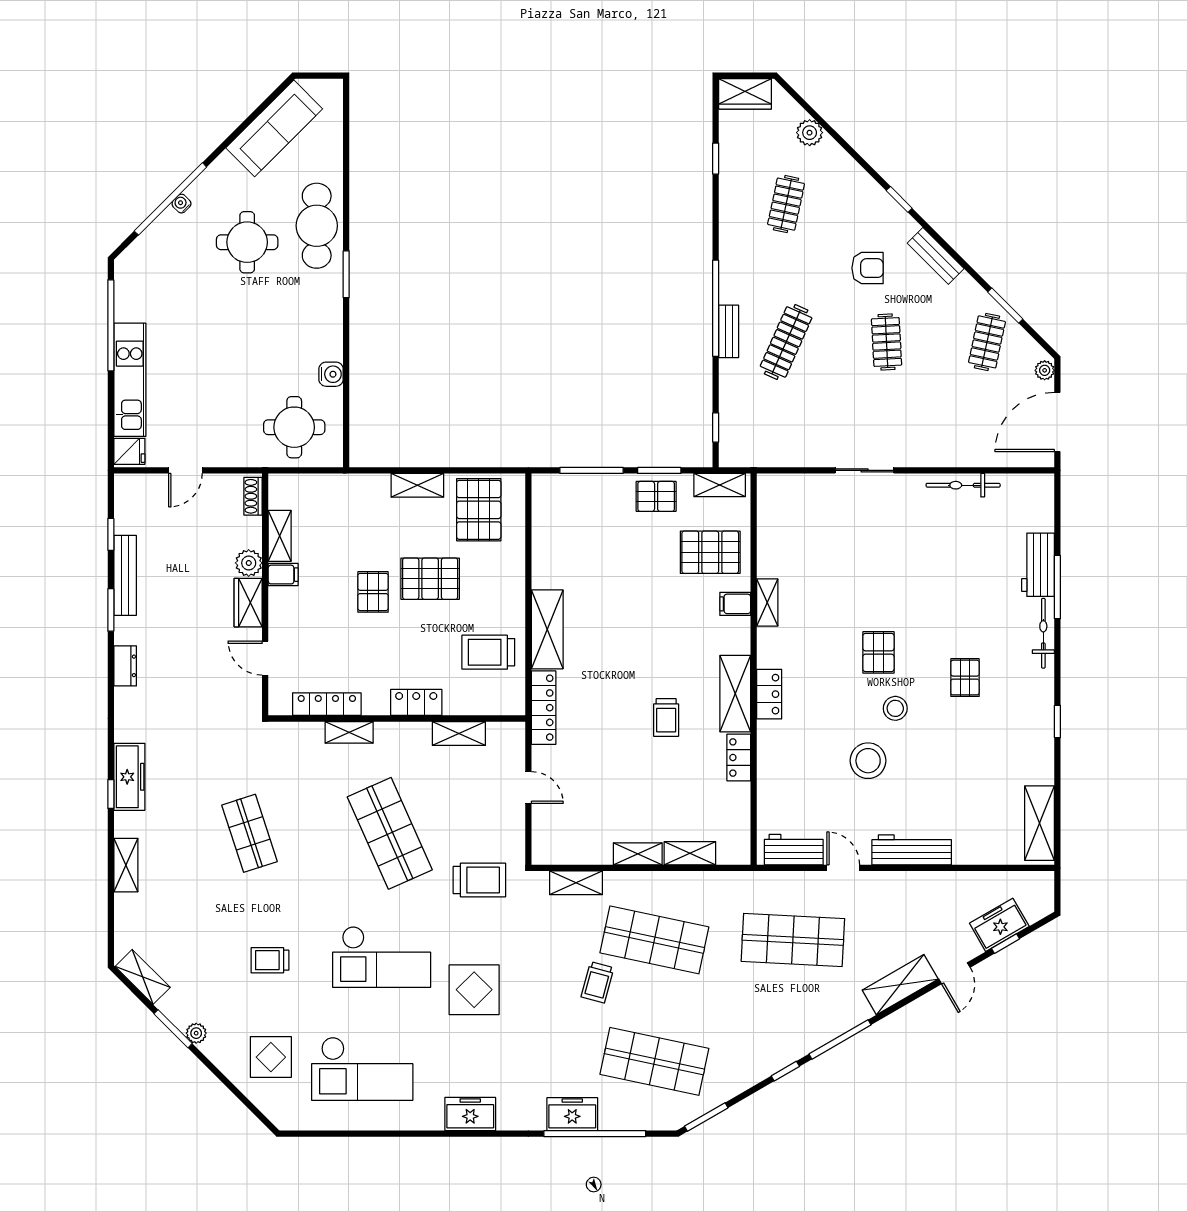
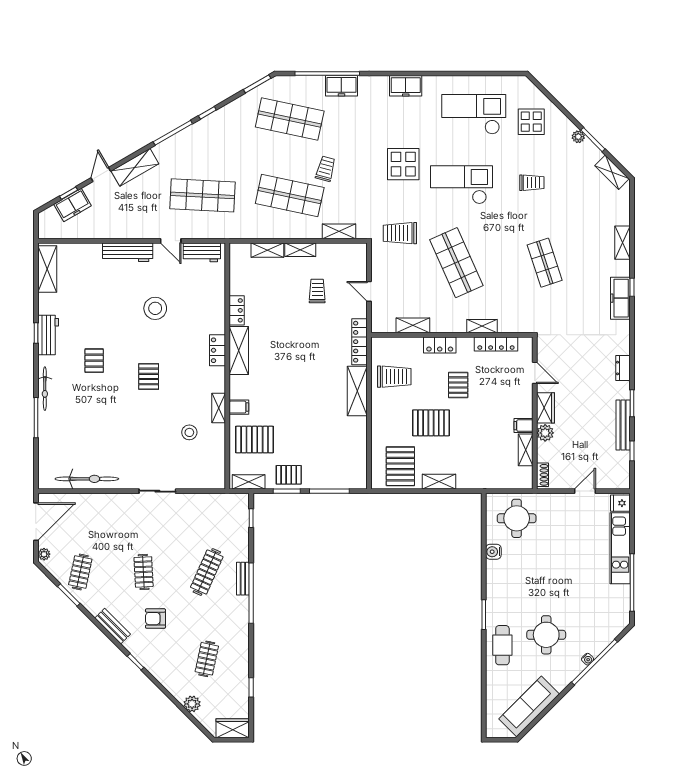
cafe table: (317, 226) -> (502, 645), width x0.73, depth x0.74
bicycle: (963, 485) -> (87, 479), width x1.37, depth x1.40
workbench: (1038, 565) -> (48, 335), moved
pallet: (373, 592) -> (458, 385), moved
stool: (895, 708) -> (189, 432), moved
trolley: (666, 717) -> (317, 291), moved

